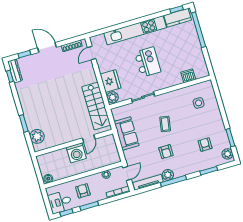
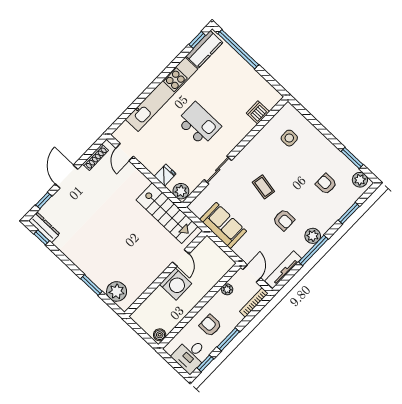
door: (47, 47) -> (67, 177), hinge flipped
fridge: (110, 81) -> (165, 175), width x0.53, depth x0.75
plant: (168, 175) -> (313, 236), moved

